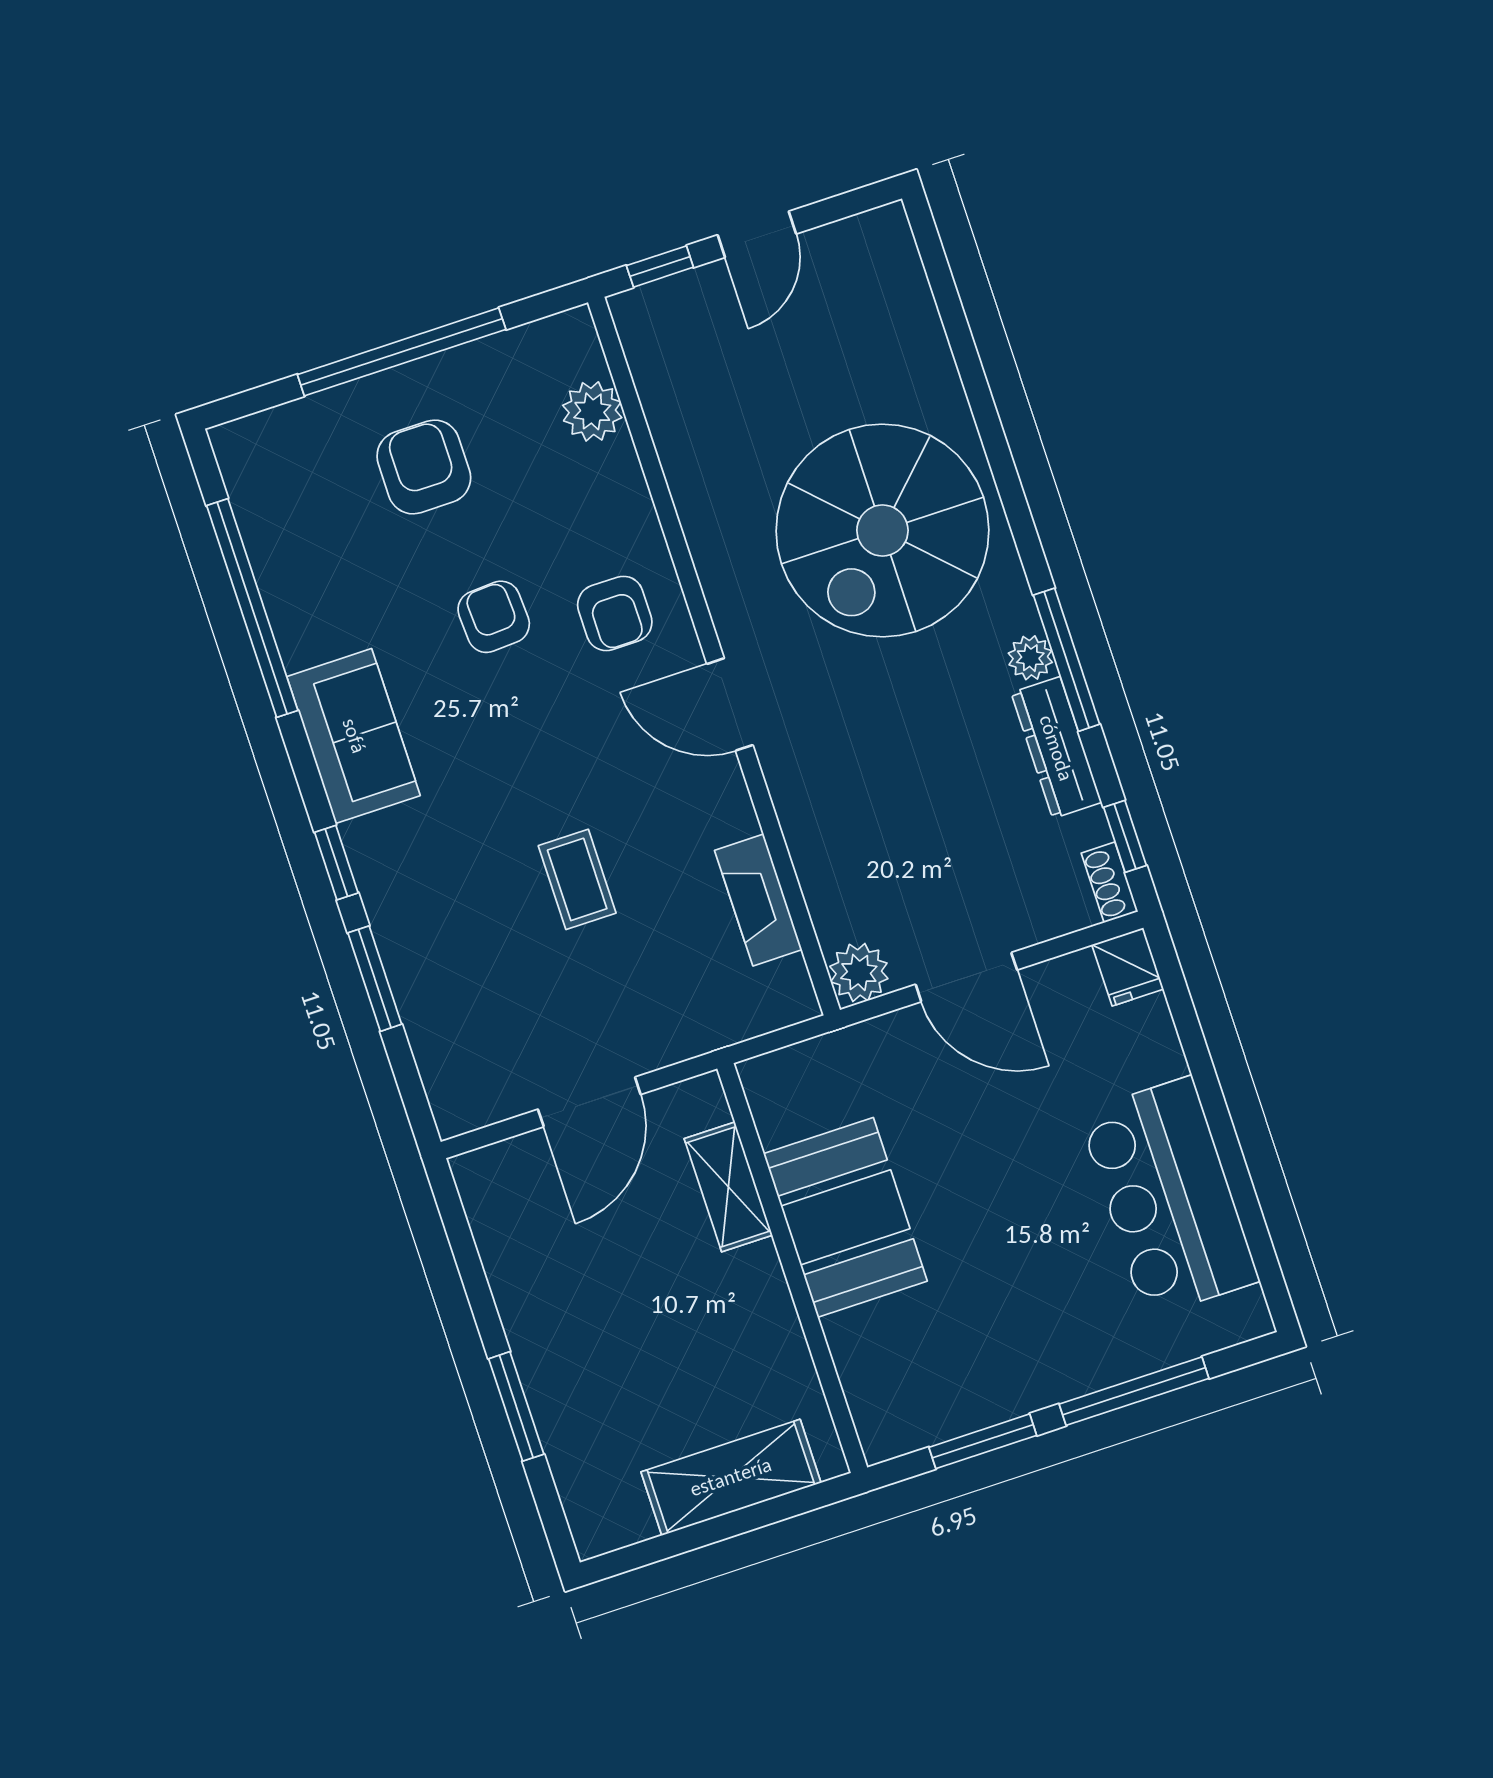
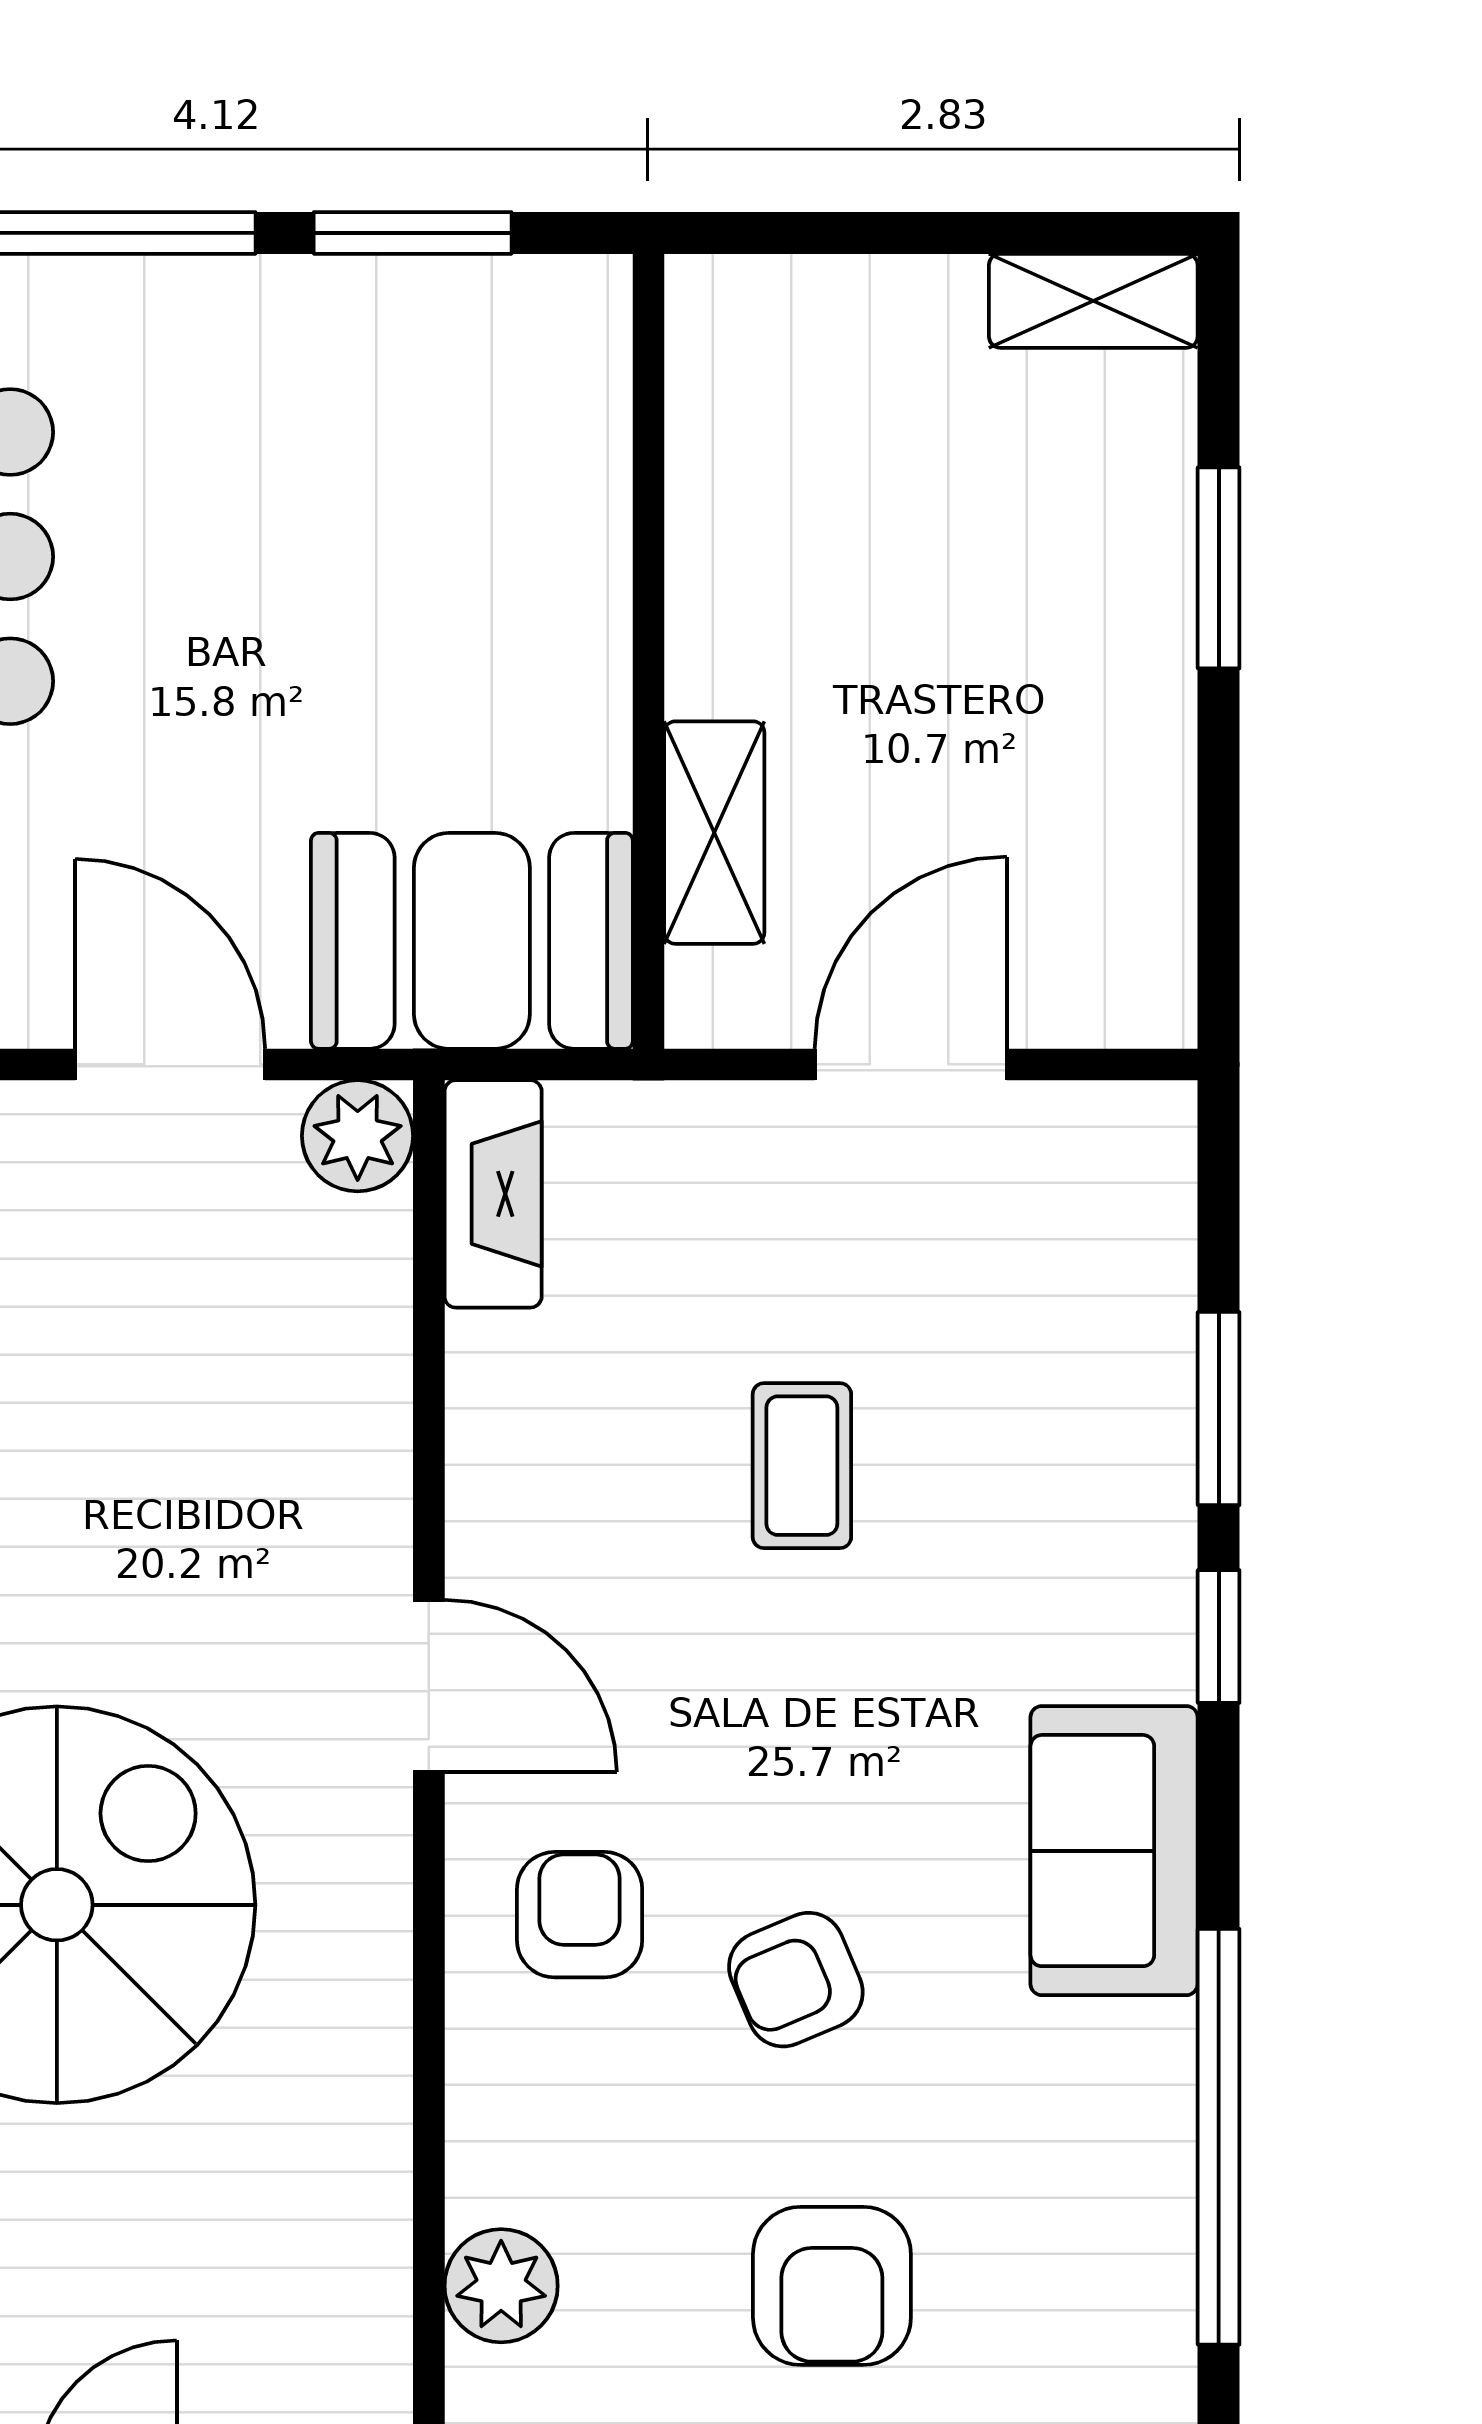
armchair: (494, 617) -> (796, 1980), turned 70
fireplace: (758, 900) -> (493, 1194), moved
booth: (845, 1217) -> (472, 941), moved, turned 90
shelving: (731, 1477) -> (1093, 301), moved, width x0.67, depth x0.75

